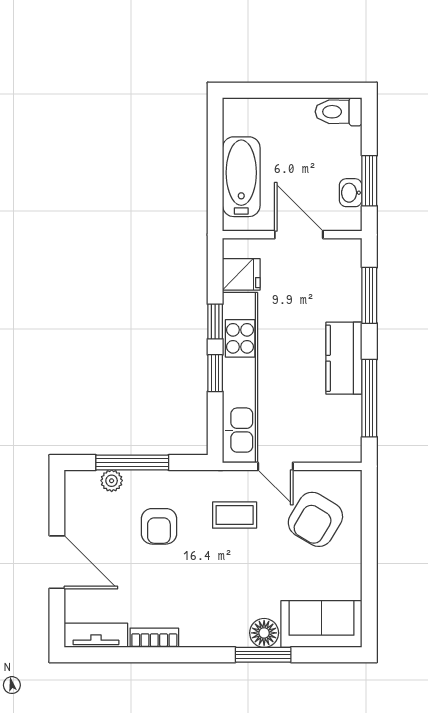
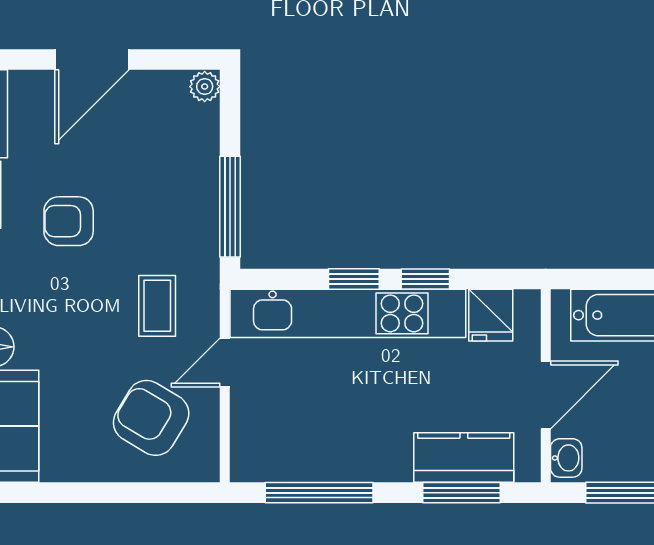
washbasin: (351, 193) -> (566, 458), moved, turned 90
kitchen counter: (344, 358) -> (464, 457), moved
window: (132, 462) -> (230, 207), moved
plant: (112, 481) -> (205, 87), moved
armchair: (159, 526) -> (69, 221), moved

